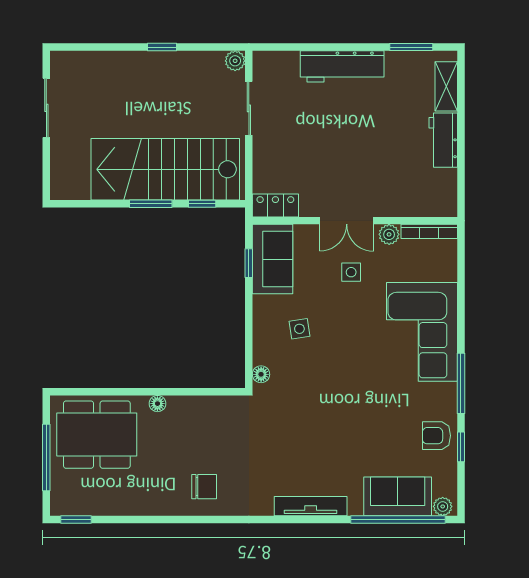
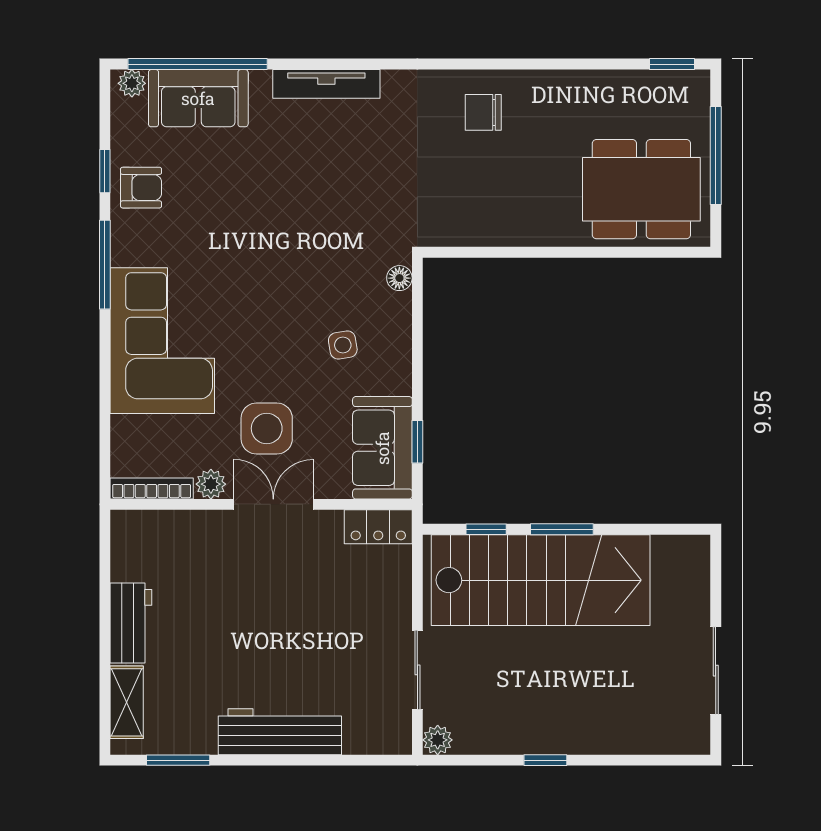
side table: (351, 272) -> (267, 428), width x1.87, depth x1.87
floor lamp: (157, 404) -> (552, 235), removed

